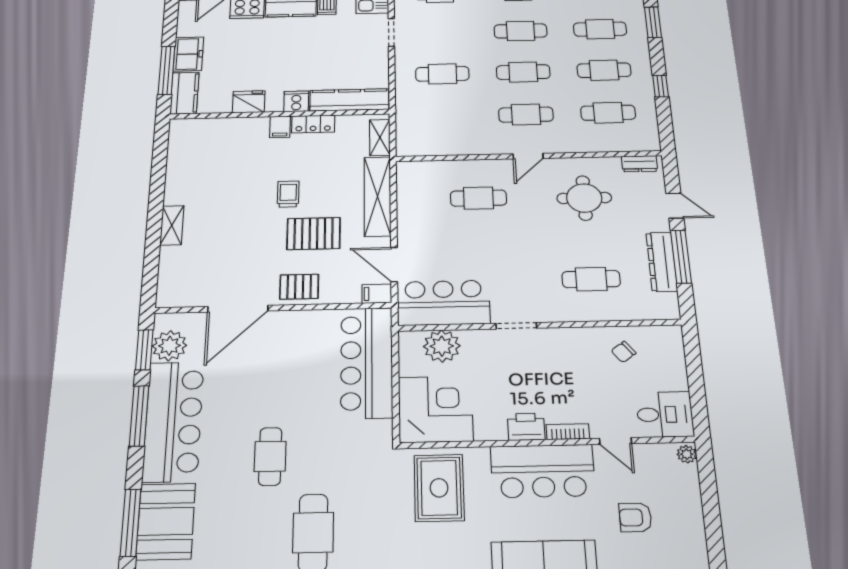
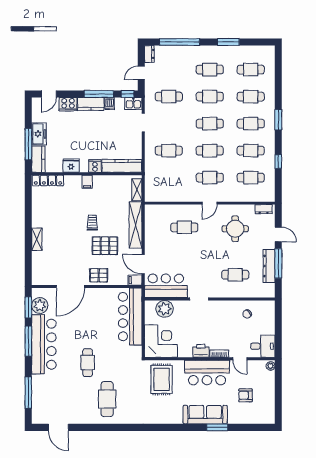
locker: (313, 124) -> (48, 181), moved, width x1.53
booth: (166, 521) -> (44, 392), removed

